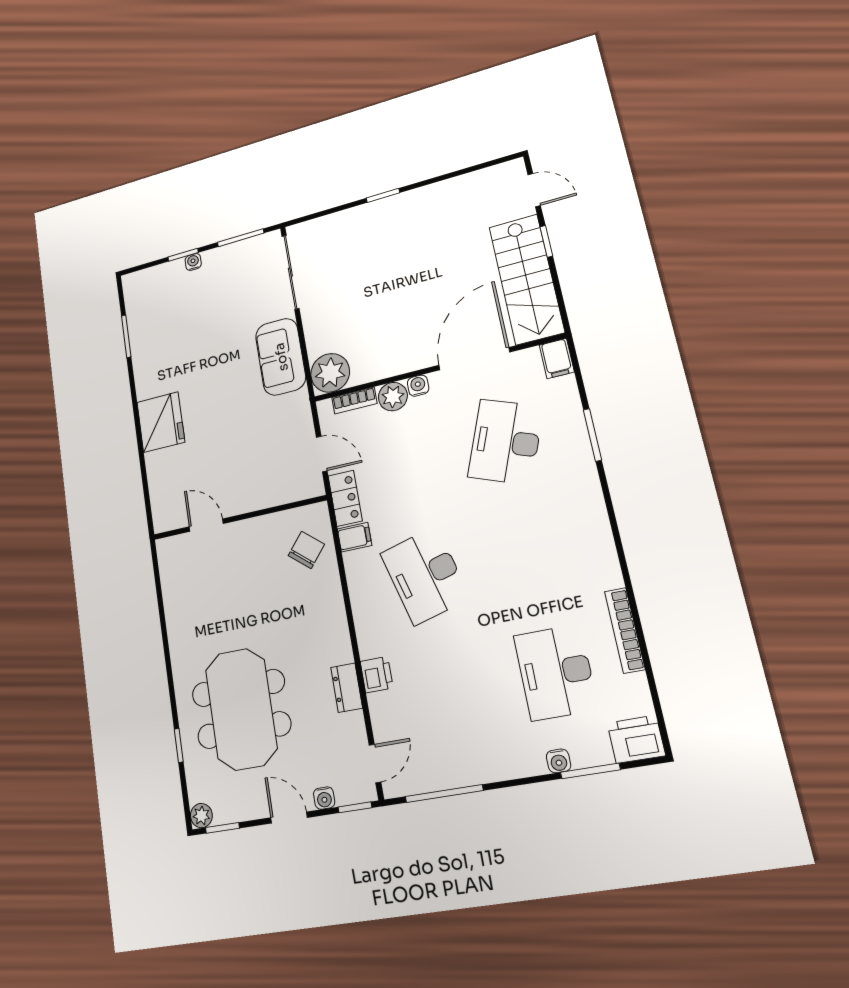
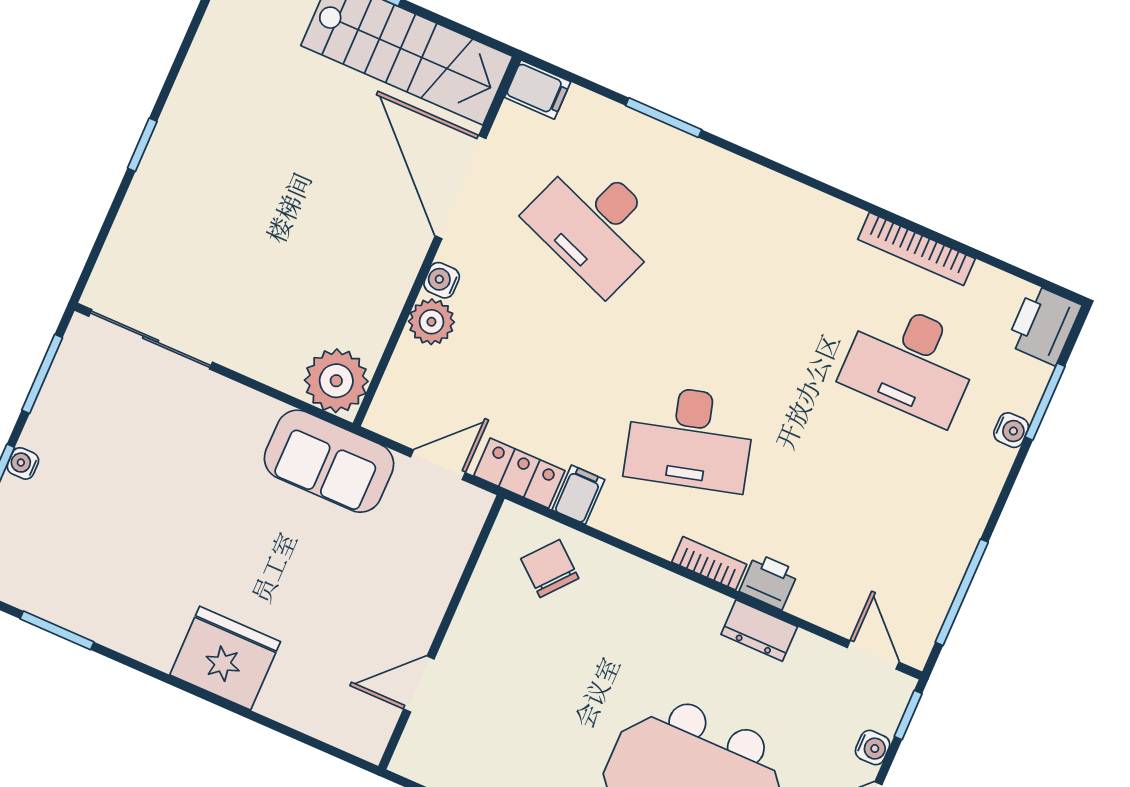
sofa: (281, 357) -> (329, 461), moved
bookcase: (354, 401) -> (709, 563), moved, turned -90

